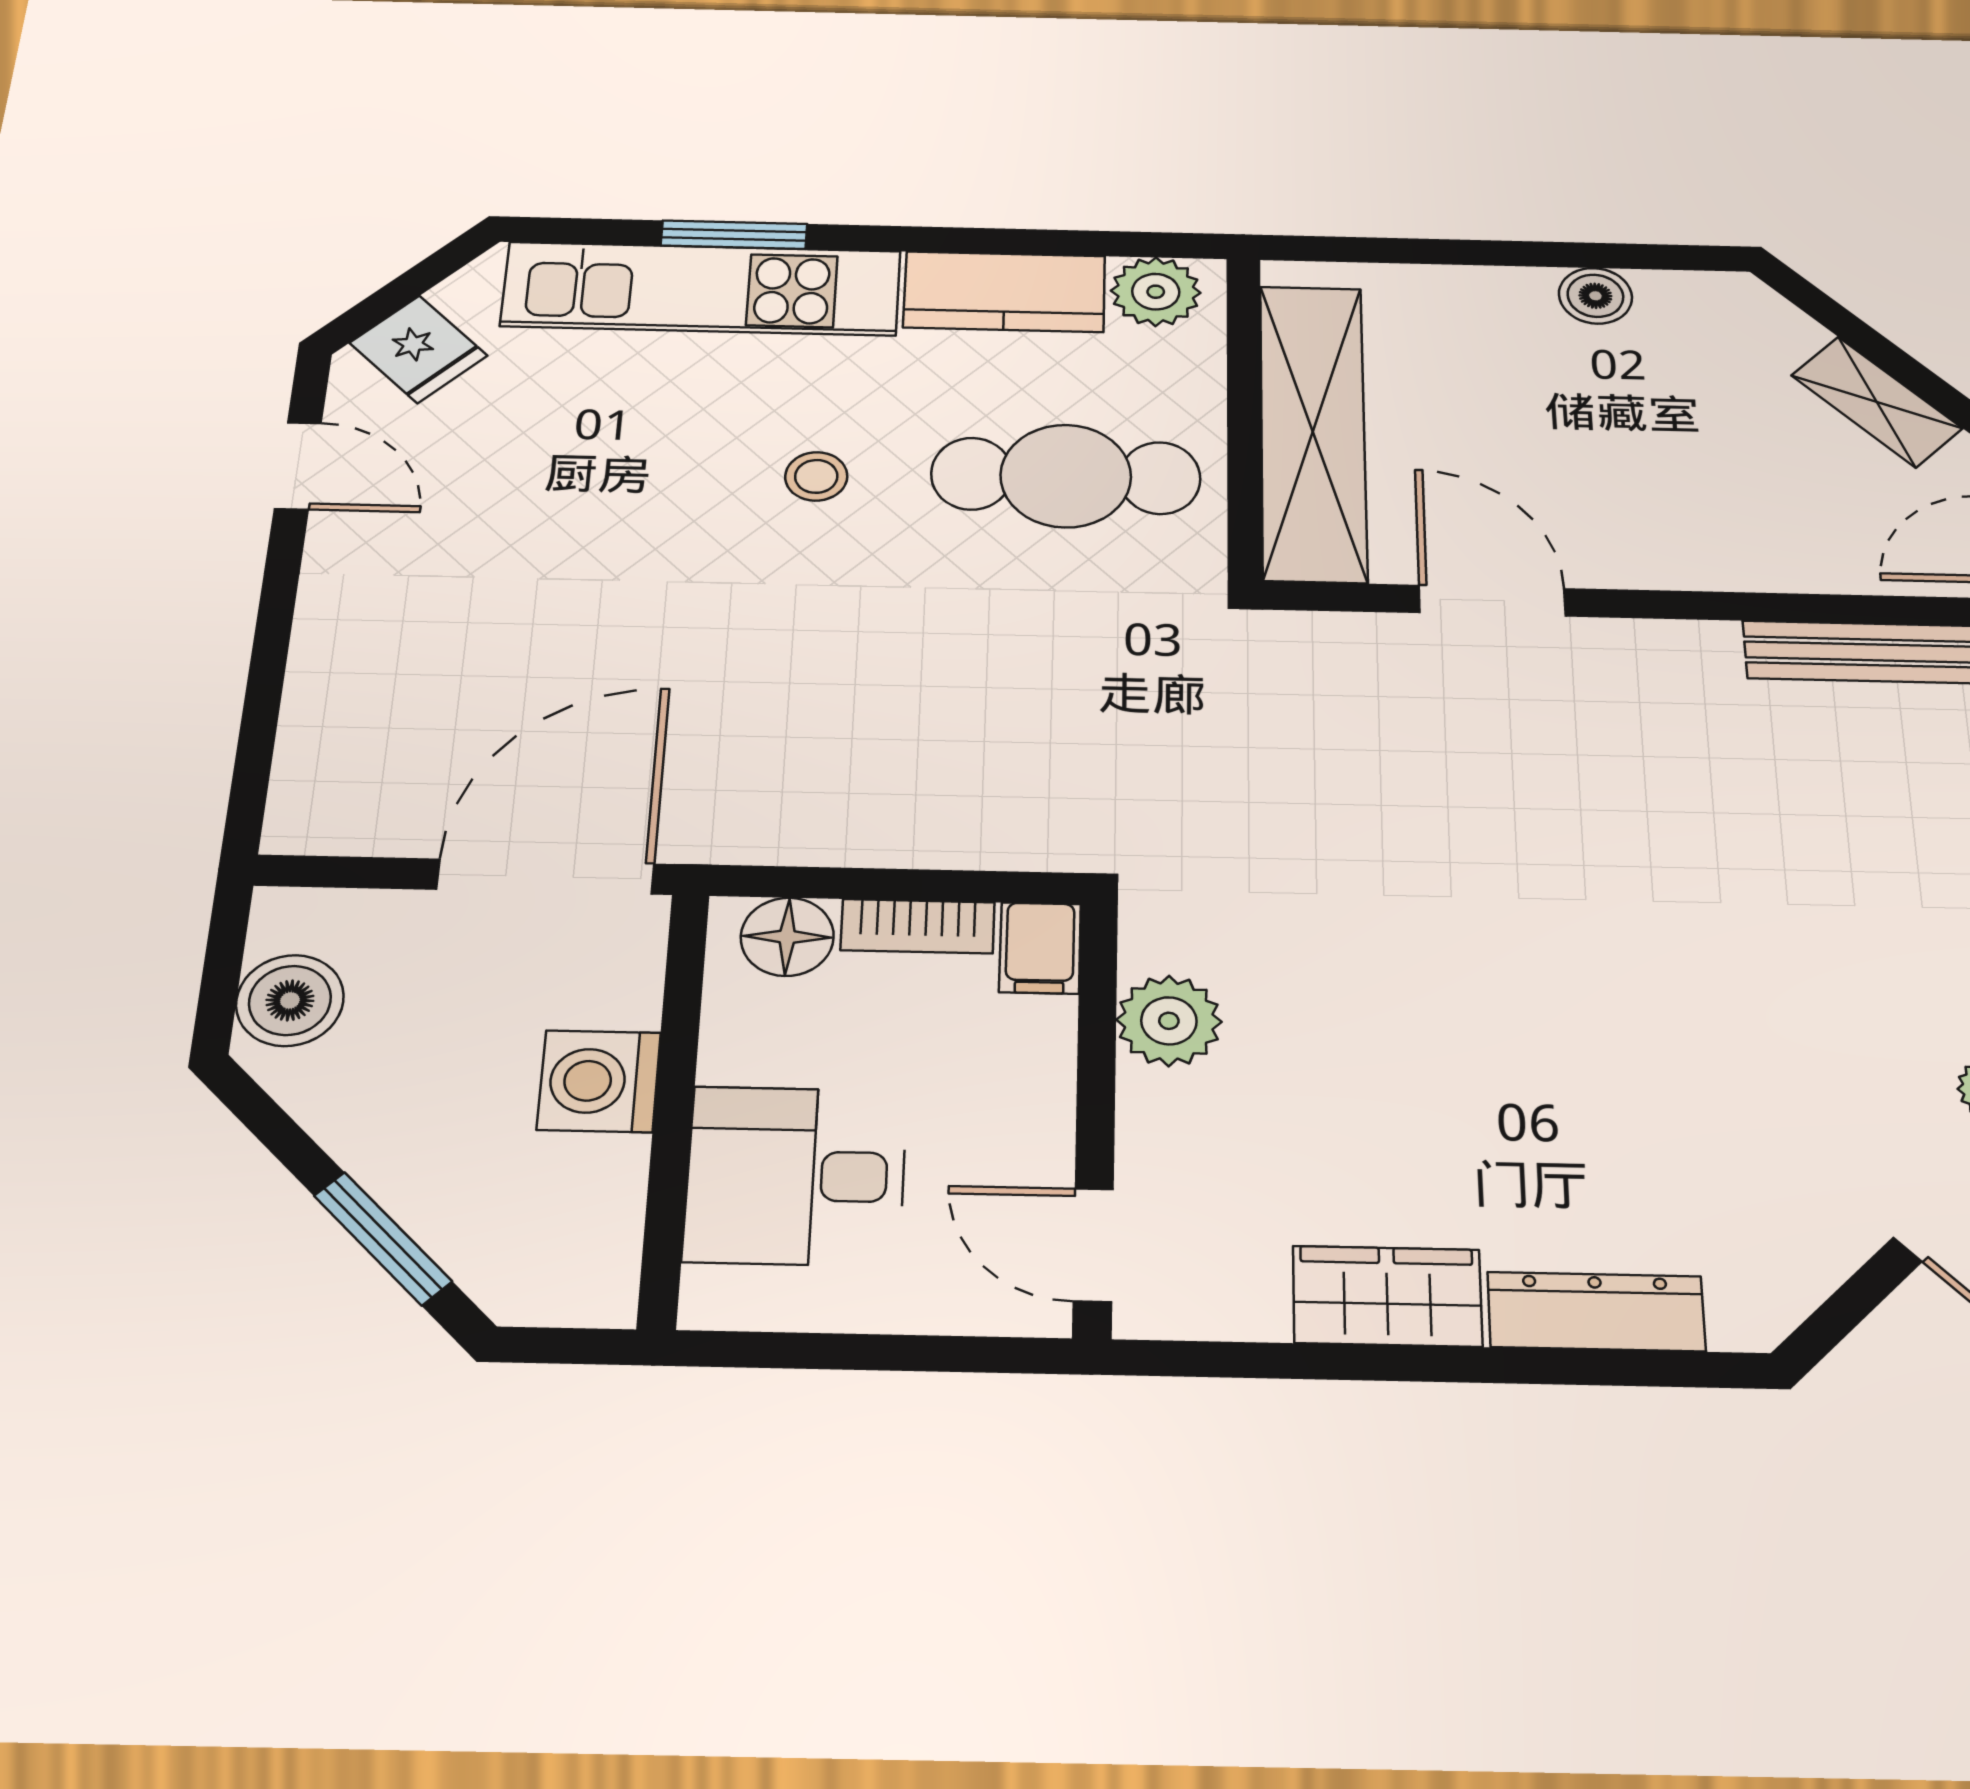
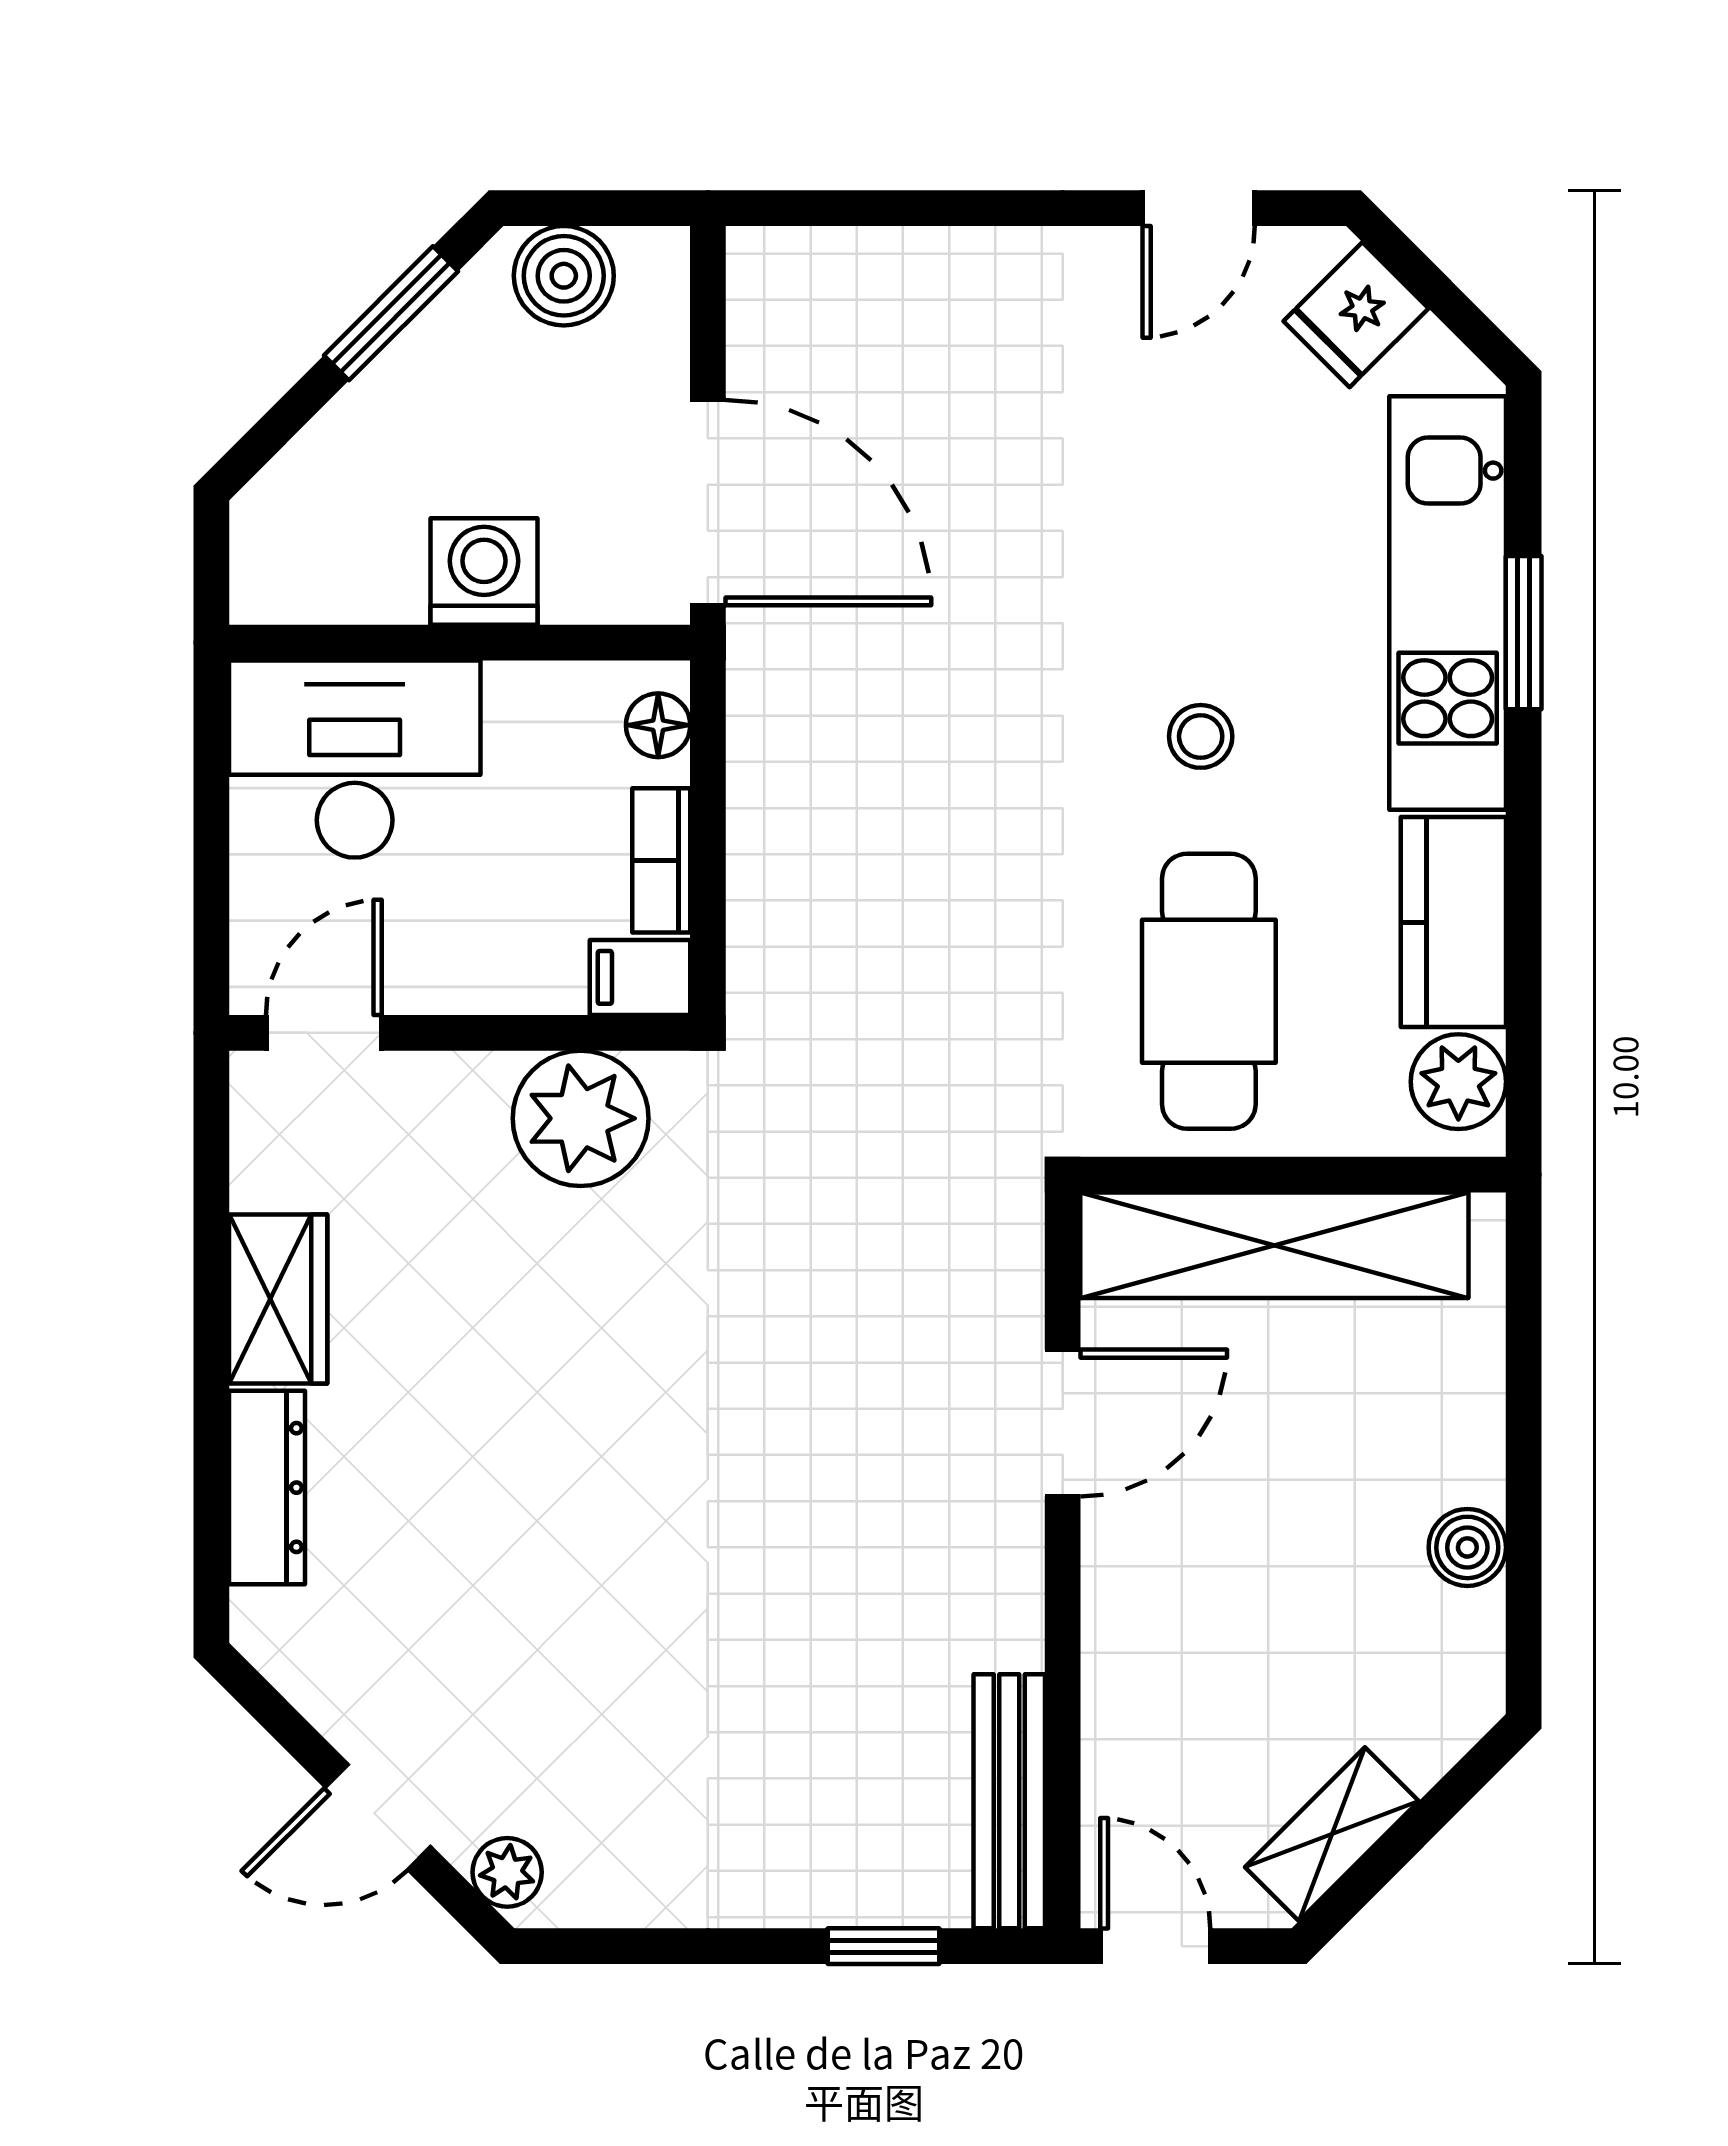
floor lamp: (787, 937) -> (658, 725), width x0.73, depth x0.73
plant: (1169, 1021) -> (581, 1118), width x1.36, depth x1.36
desk: (796, 1176) -> (355, 759), width x1.37
window: (383, 1238) -> (391, 313), moved

